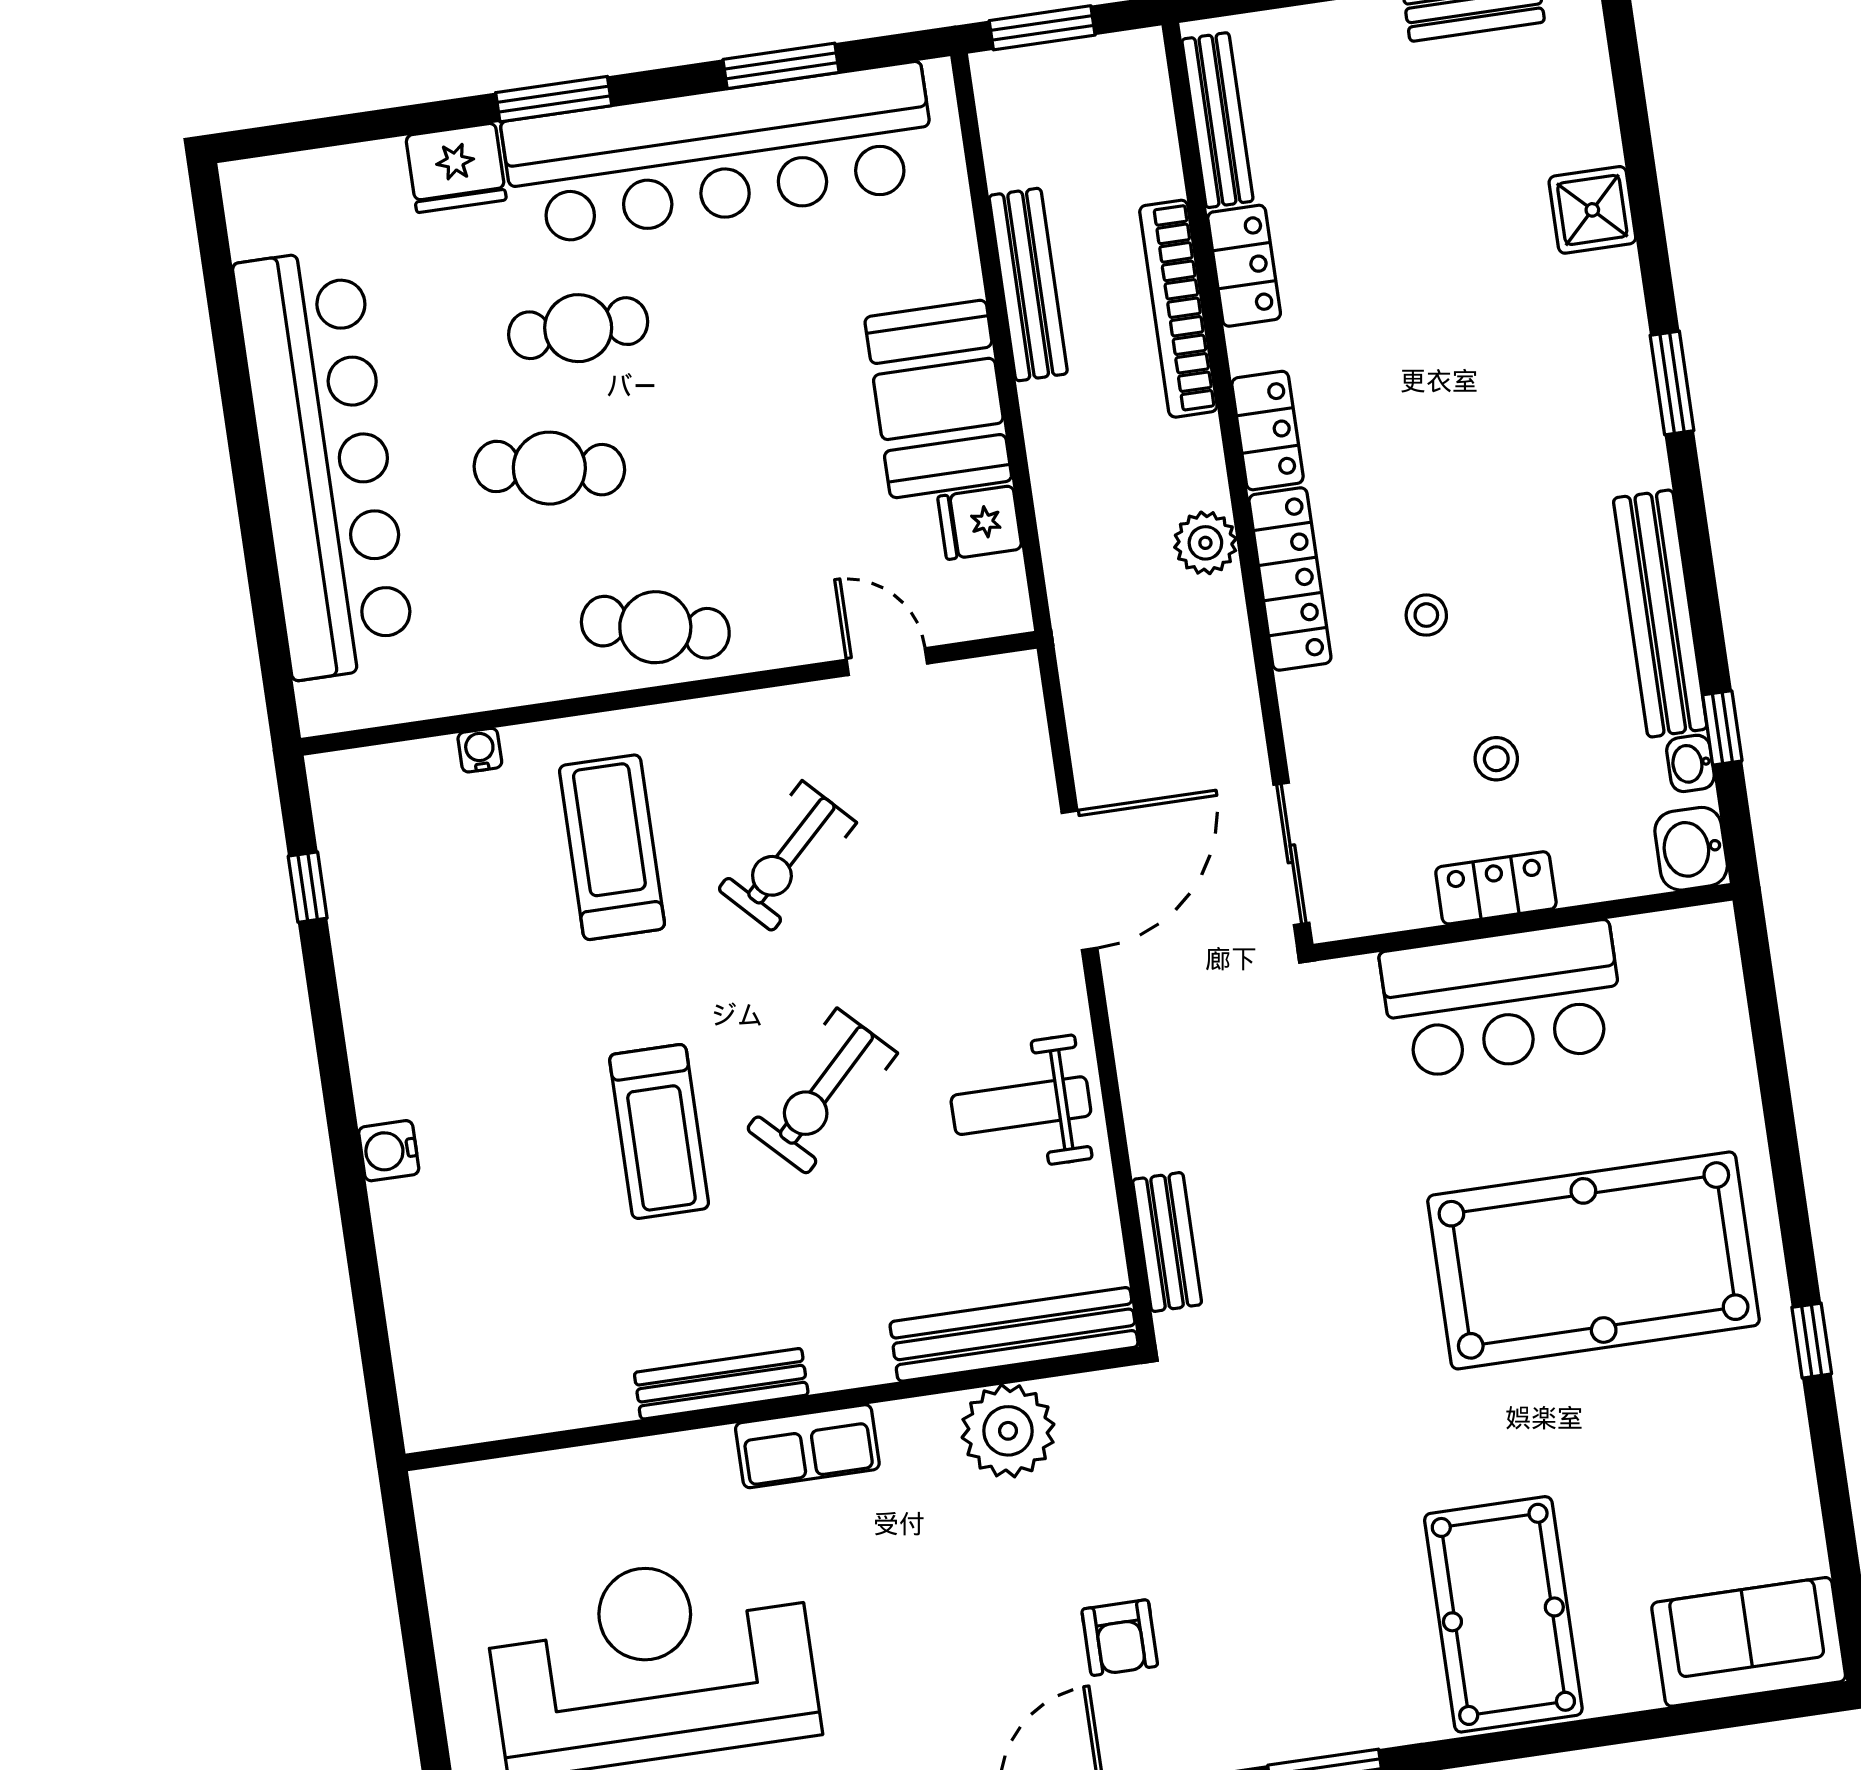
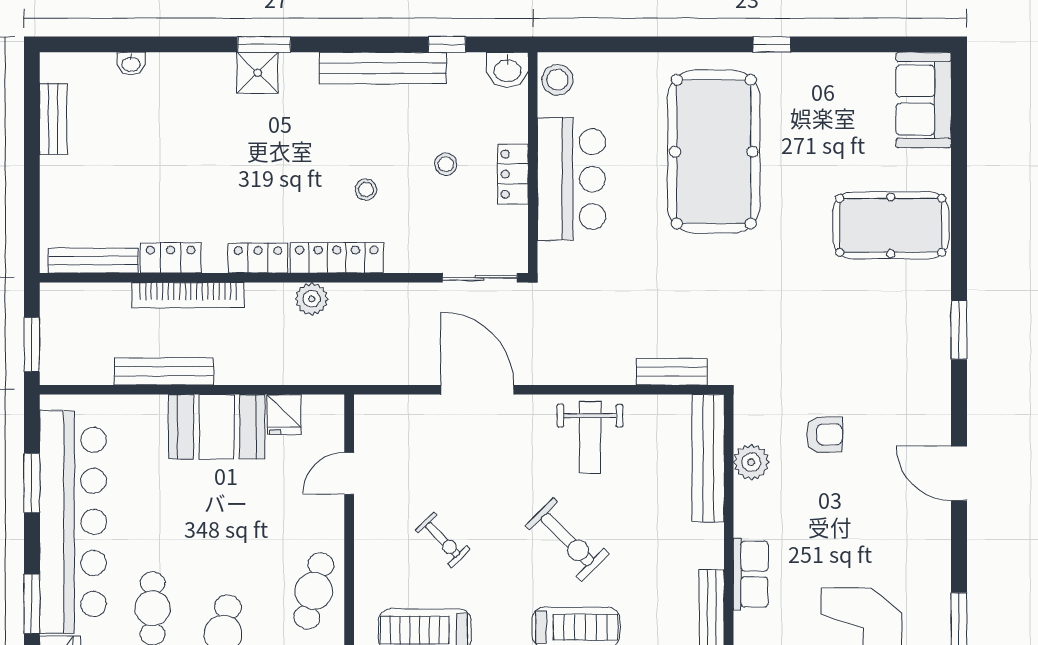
shower: (1592, 210) -> (258, 73), moved
washbasin: (1690, 763) -> (131, 64), moved
exercise bike: (787, 856) -> (443, 540), width x0.73, depth x0.72
stool: (1686, 946) -> (557, 80), added
plant: (1008, 1431) -> (751, 462), width x0.73, depth x0.73
armchair: (1120, 1638) -> (824, 435), moved

